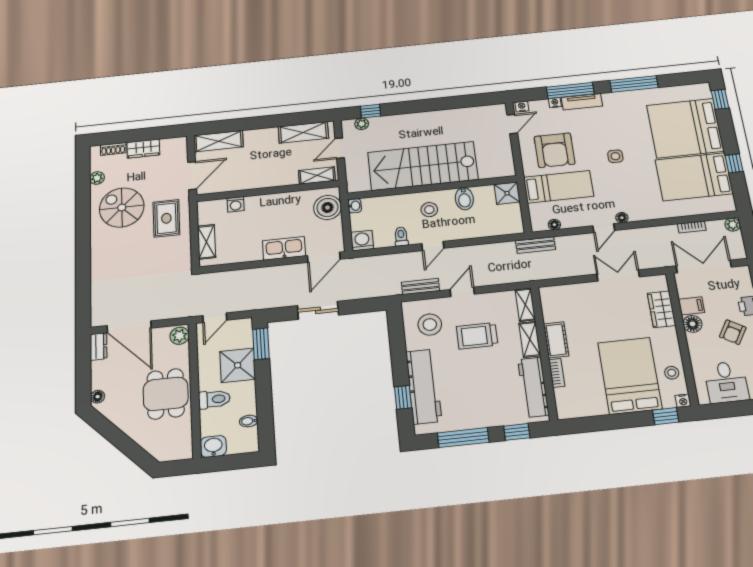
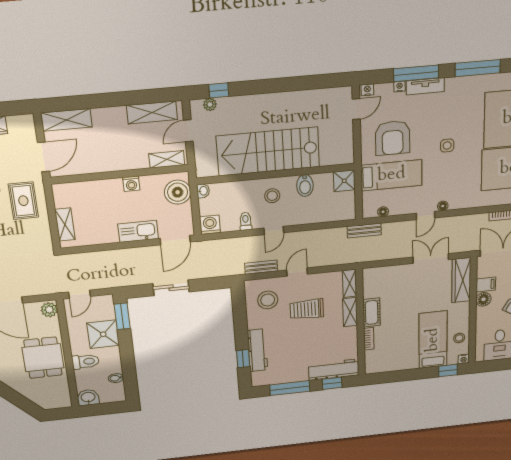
washing machine: (236, 204) -> (131, 184), moved
wardrobe: (662, 309) -> (461, 280), width x1.50
bed: (630, 376) -> (433, 340), width x0.67
workbench: (424, 386) -> (257, 350), width x0.73, depth x0.76
workbench: (533, 387) -> (334, 370), moved, turned 90

